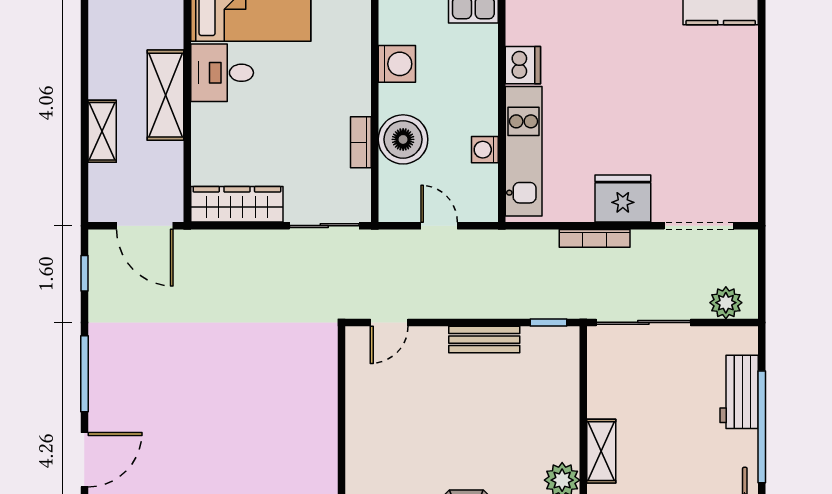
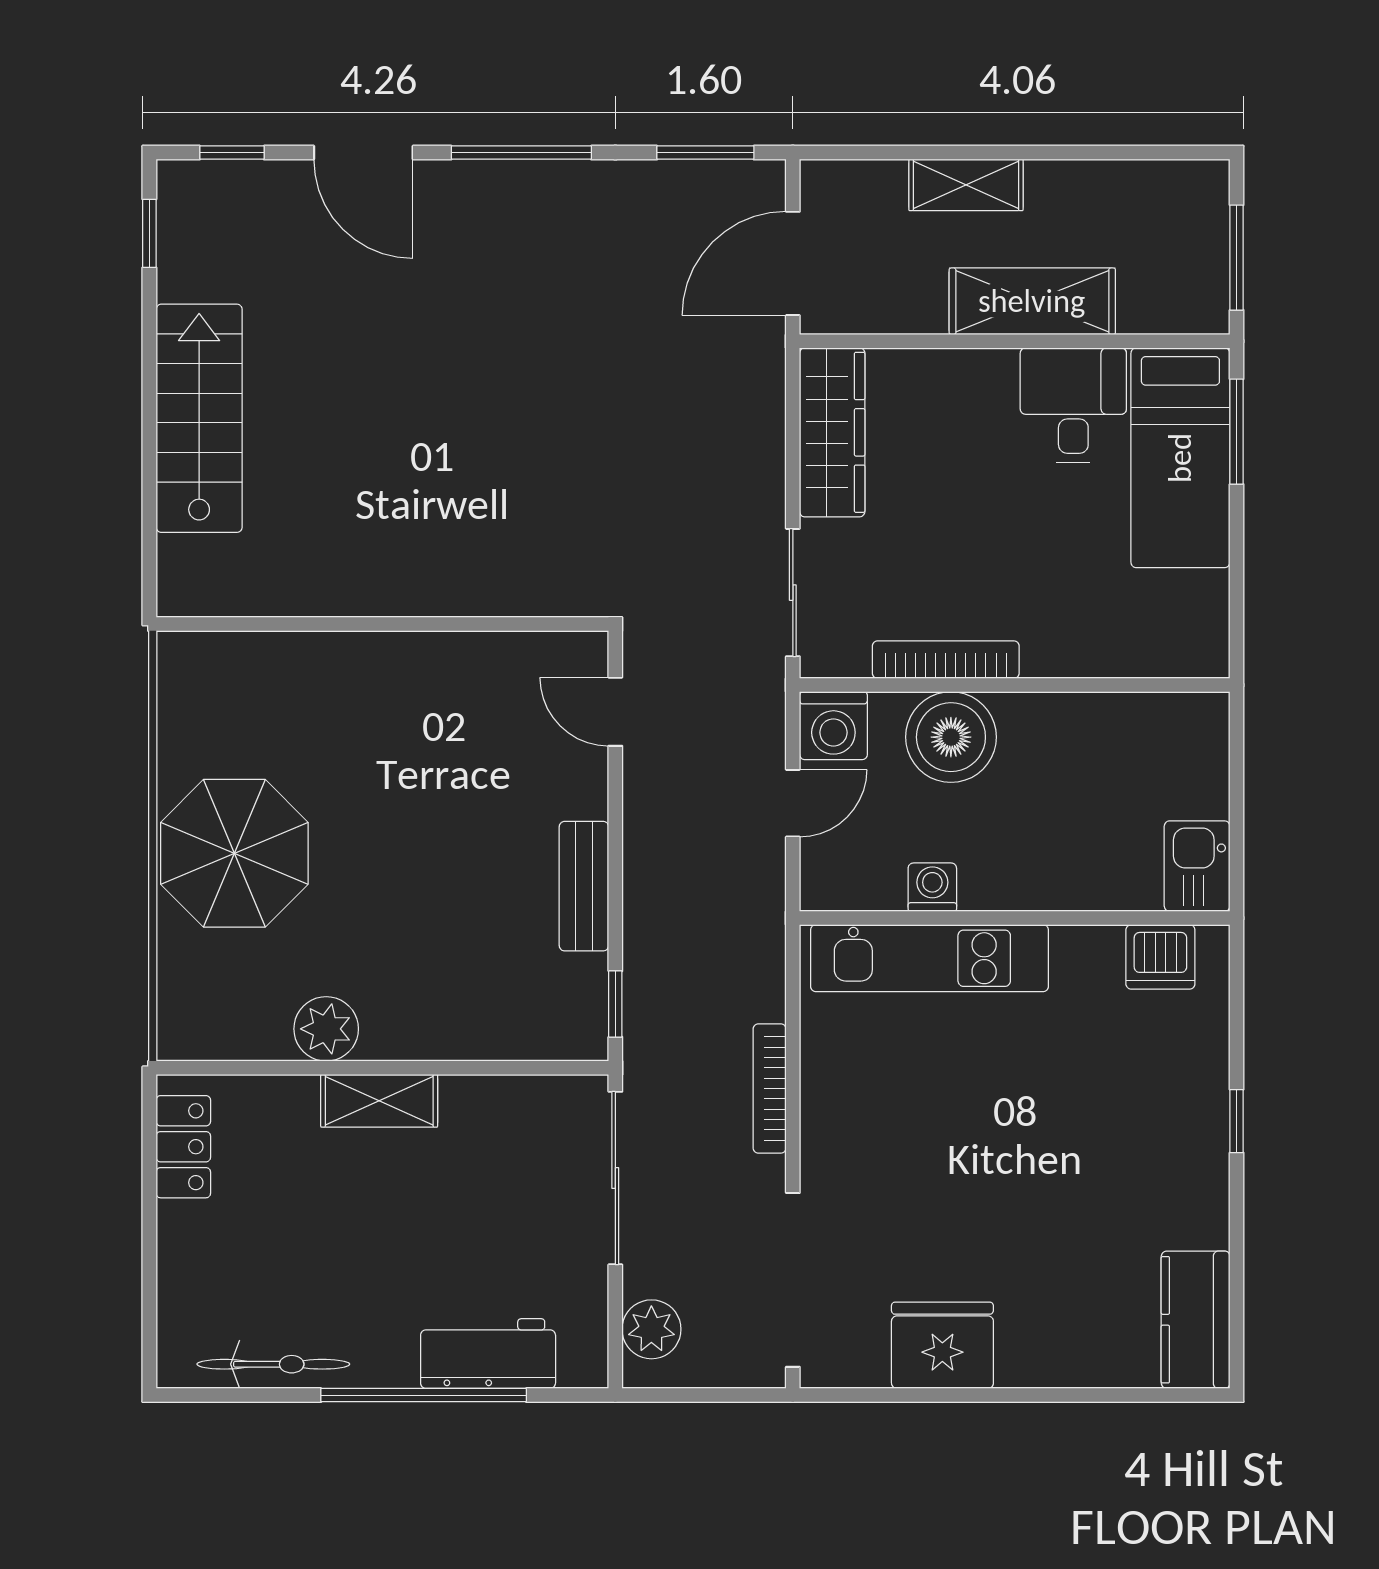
washing machine: (397, 64) -> (833, 726), moved
dishwasher: (523, 65) -> (1160, 957), moved
bookcase: (361, 142) -> (946, 660), width x1.56
fridge: (623, 199) -> (942, 1345), moved, turned -90
doorway: (699, 226) -> (793, 1280), width x1.36
window: (84, 273) -> (705, 153), width x1.50

